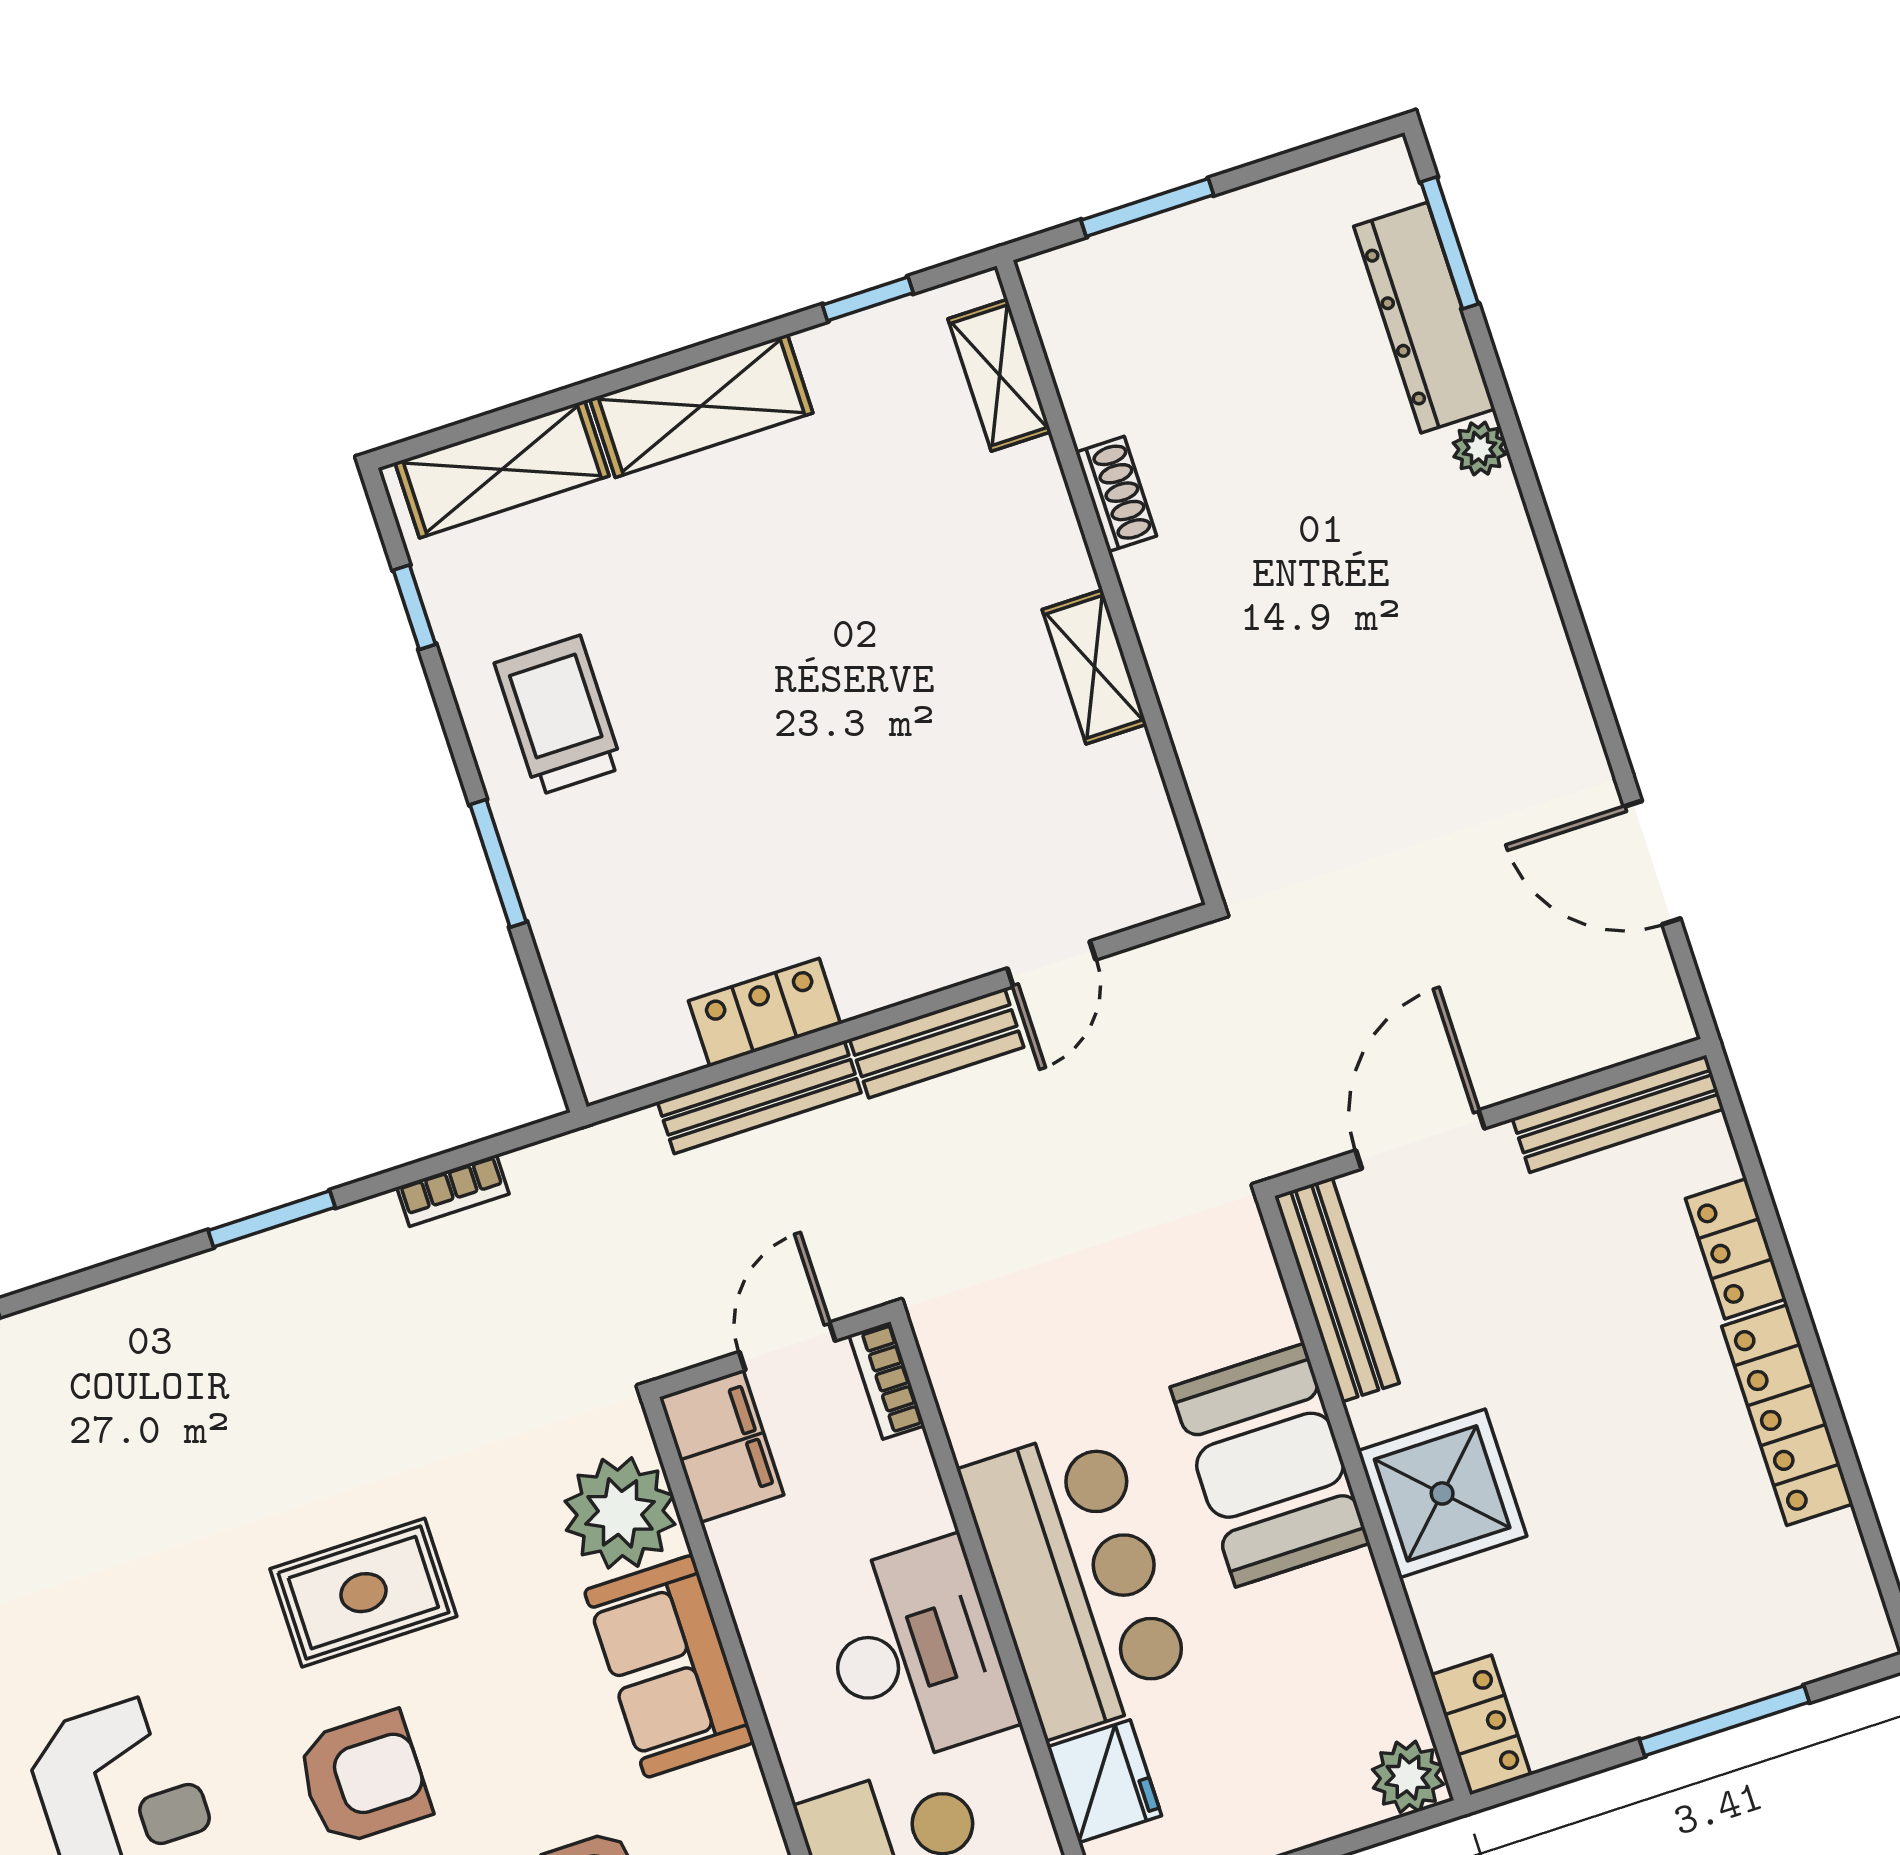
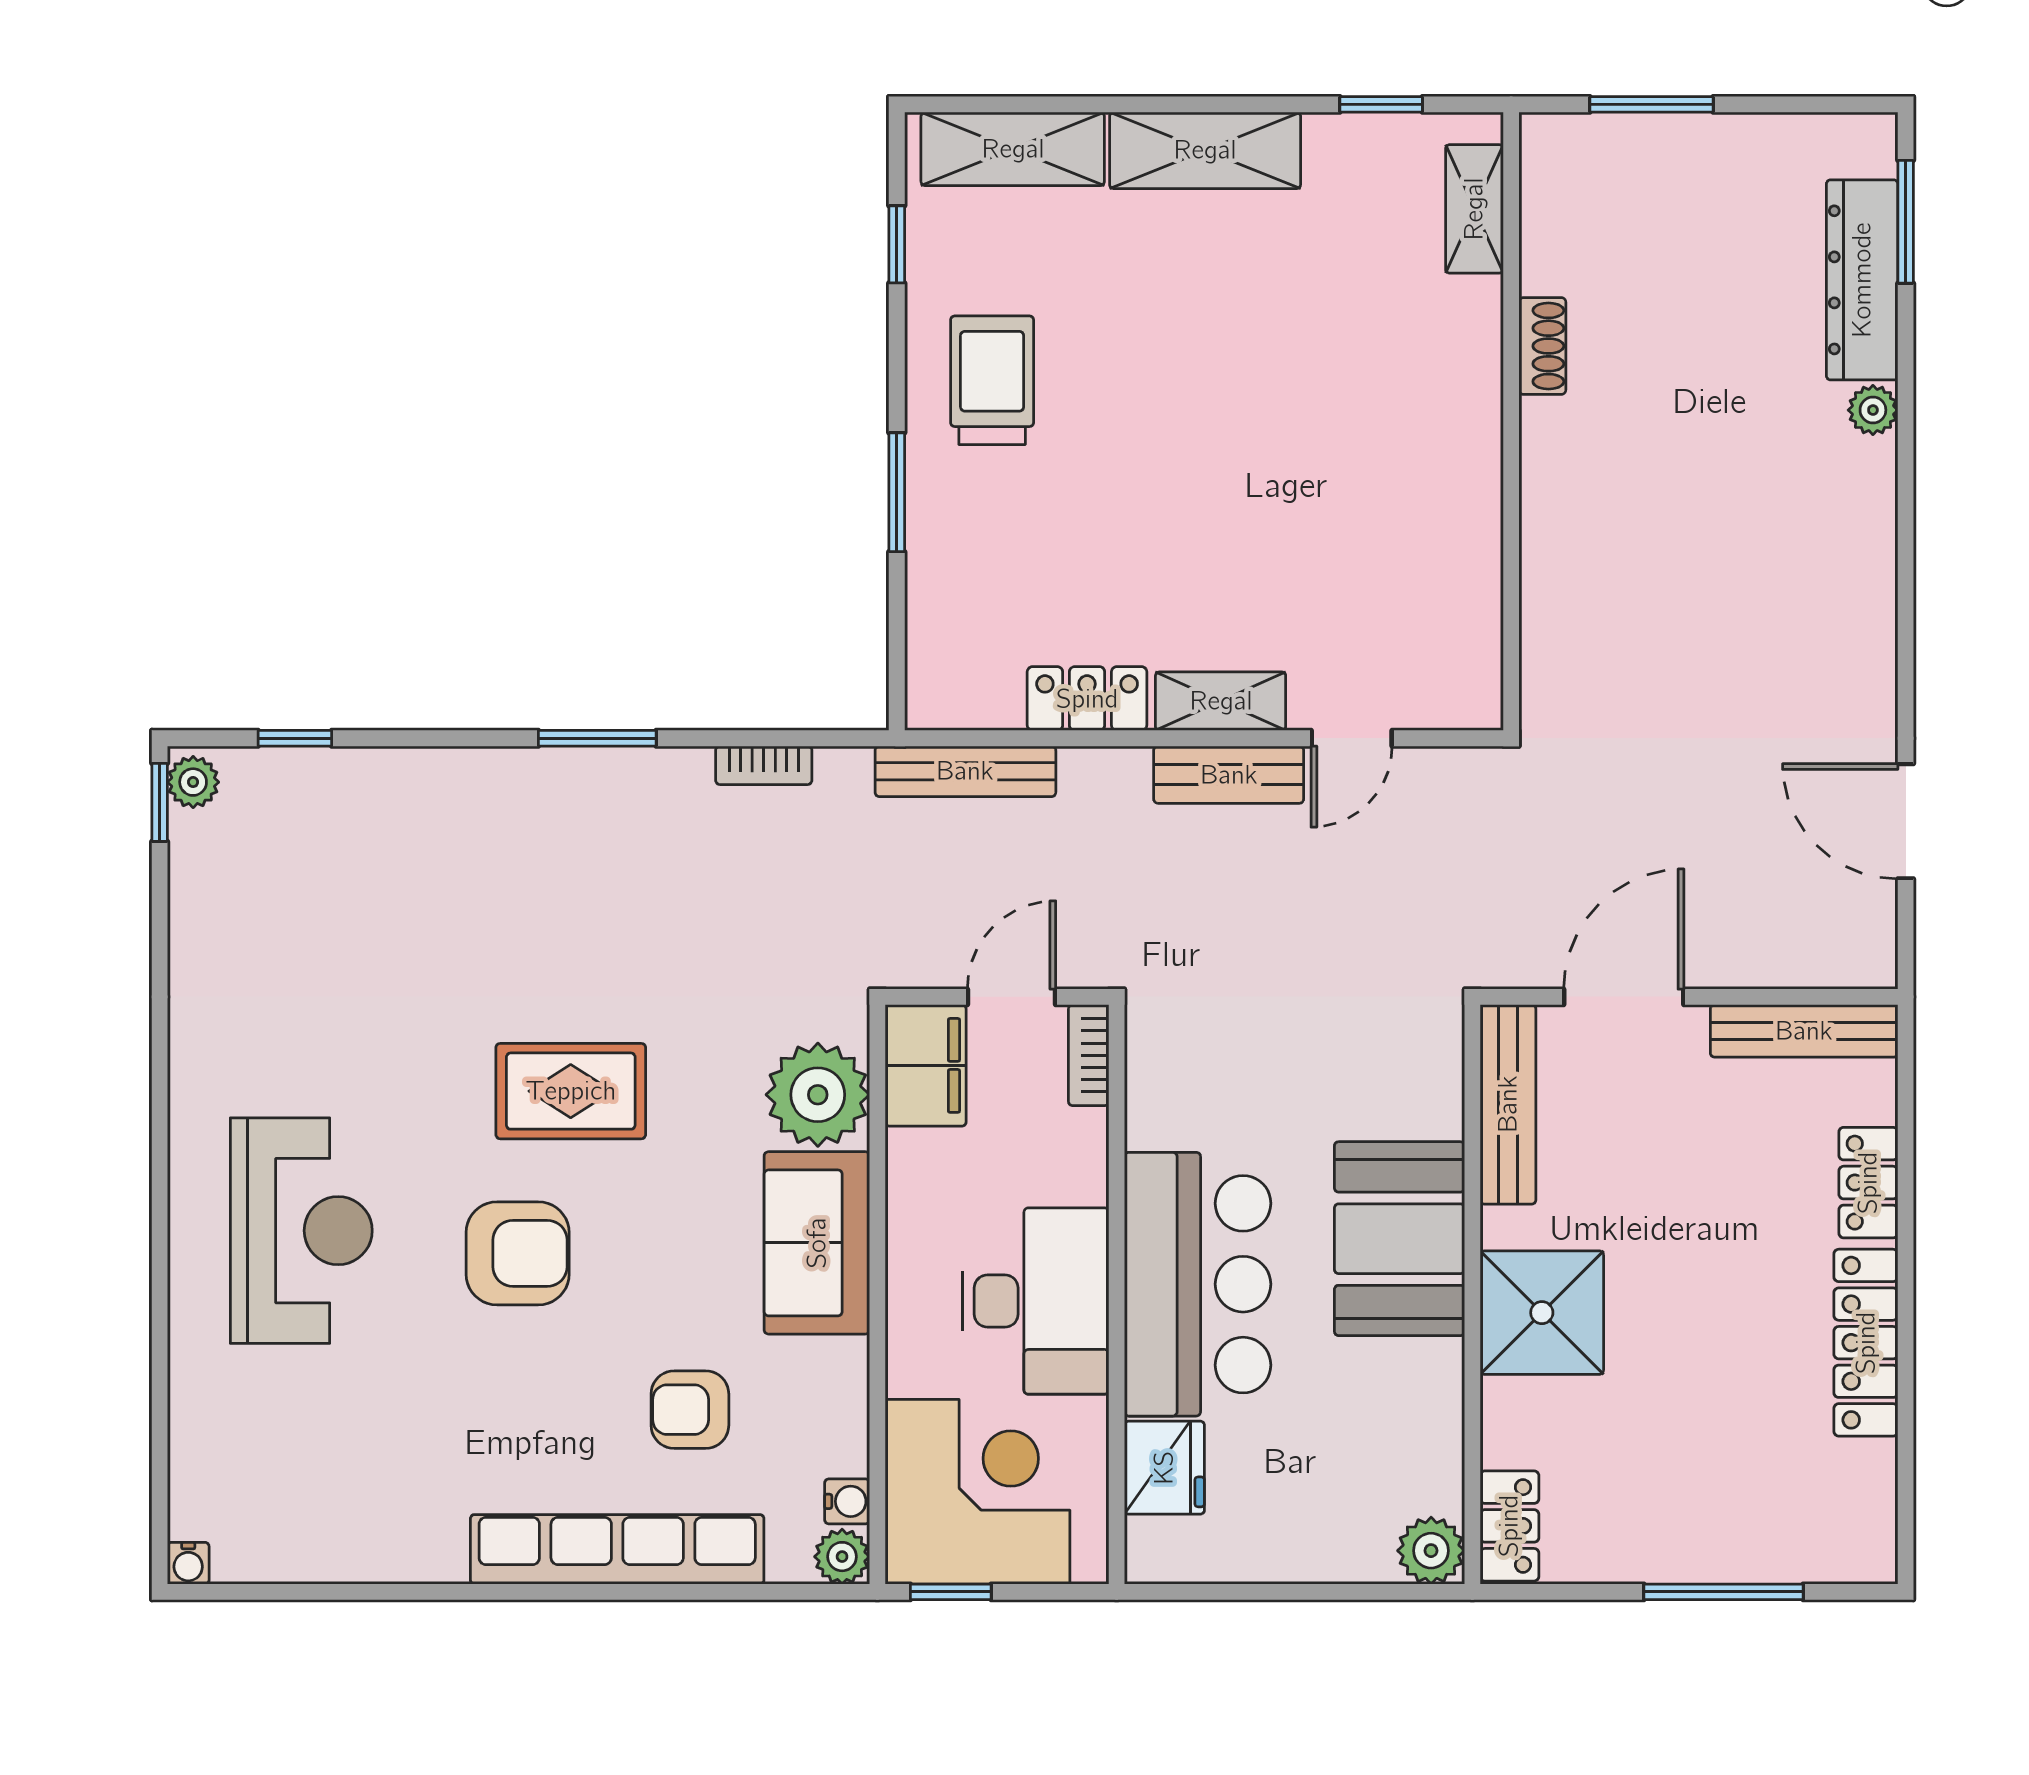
shelving: (1094, 667) -> (1221, 701), moved, turned 90
bench: (759, 1097) -> (965, 771), moved

